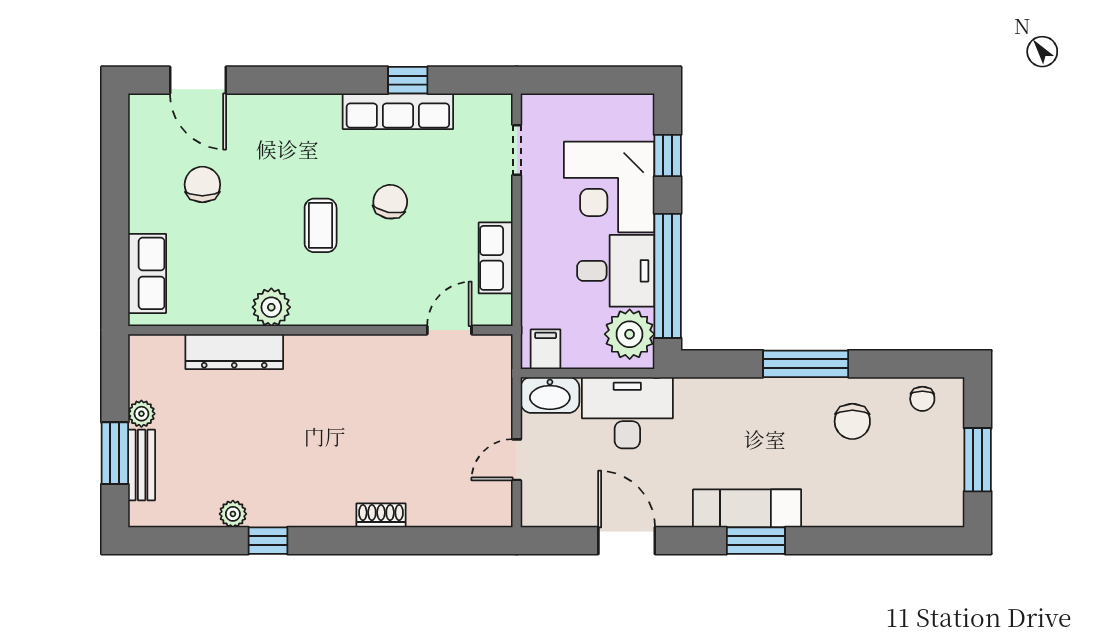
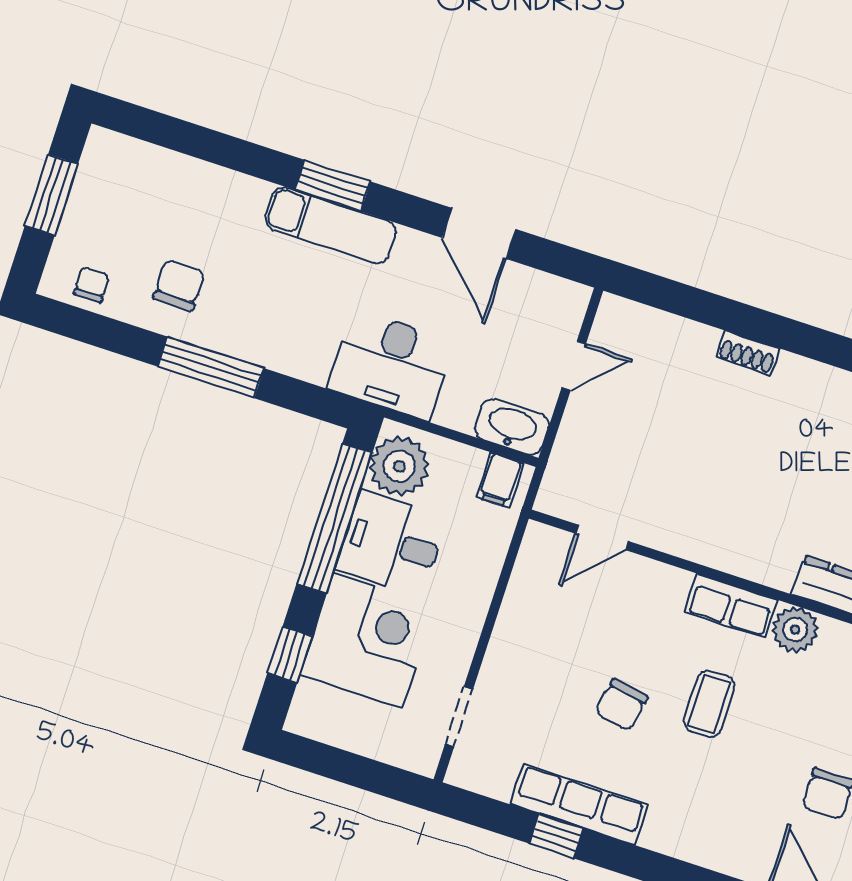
row of seats: (496, 258) -> (731, 606), moved, turned 90
desk: (627, 413) -> (391, 365), moved

